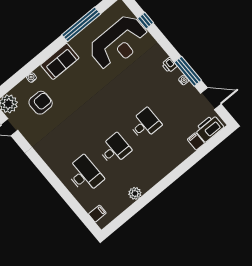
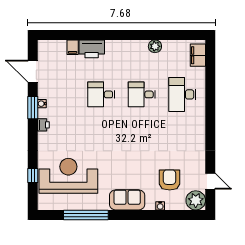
window: (188, 71) -> (33, 108), width x0.69
armchair: (41, 103) -> (170, 180), turned 90
printer: (209, 128) -> (92, 49), moved
filing cabinet: (97, 214) -> (198, 55), width x2.00

